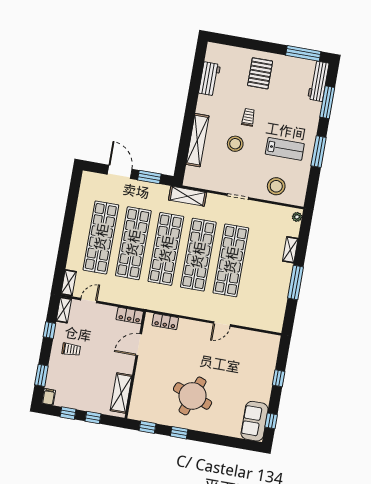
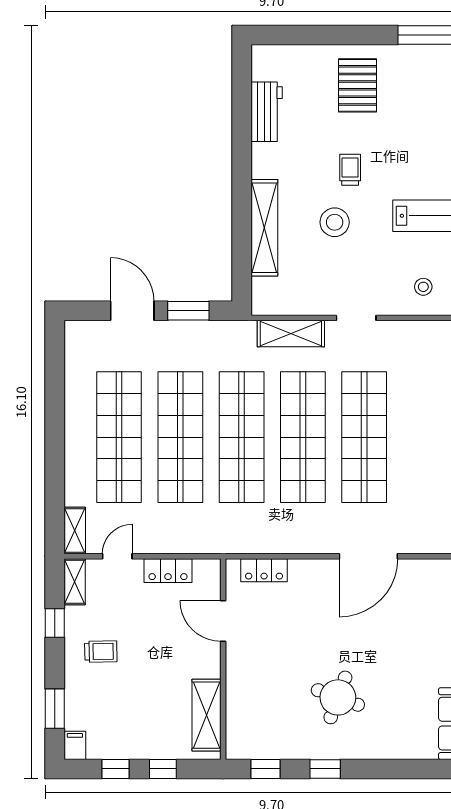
stool: (276, 186) -> (423, 287), width x0.53, depth x0.53
shelving: (188, 196) -> (291, 334), moved
locker: (130, 316) -> (168, 571), moved
door: (222, 324) -> (368, 556), width x1.87
door: (139, 345) -> (223, 621), hinge flipped
round table: (193, 396) -> (338, 697), width x0.73, depth x0.73

